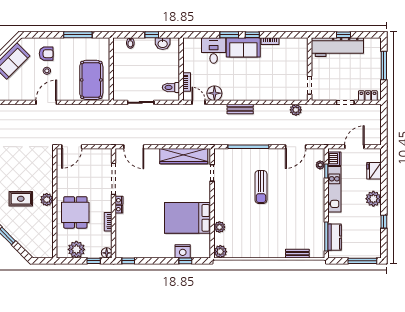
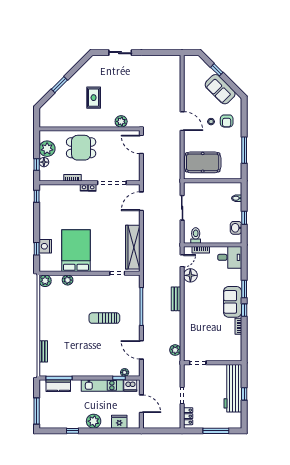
desk: (214, 50) -> (230, 257), moved
plant: (47, 200) -> (121, 121), moved
floor lamp: (107, 253) -> (44, 162), moved

